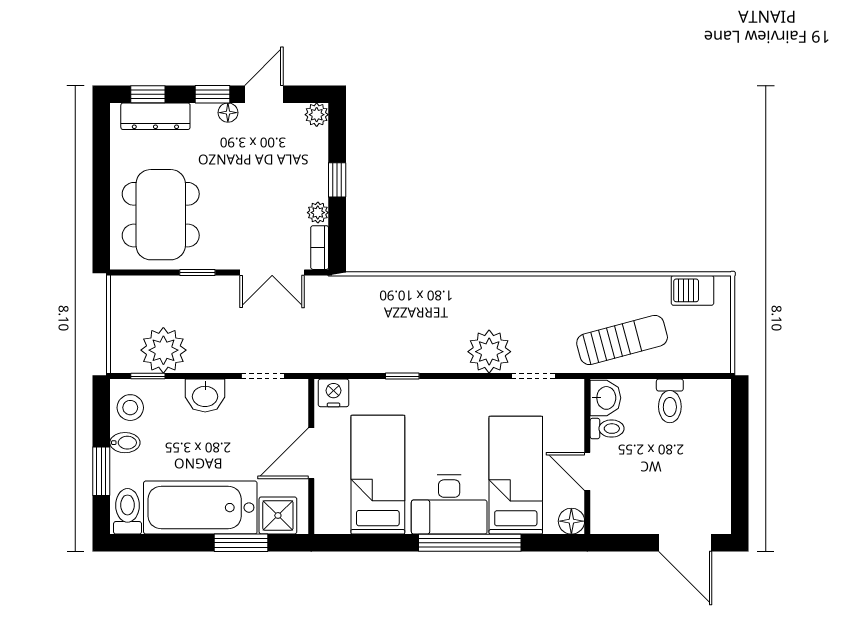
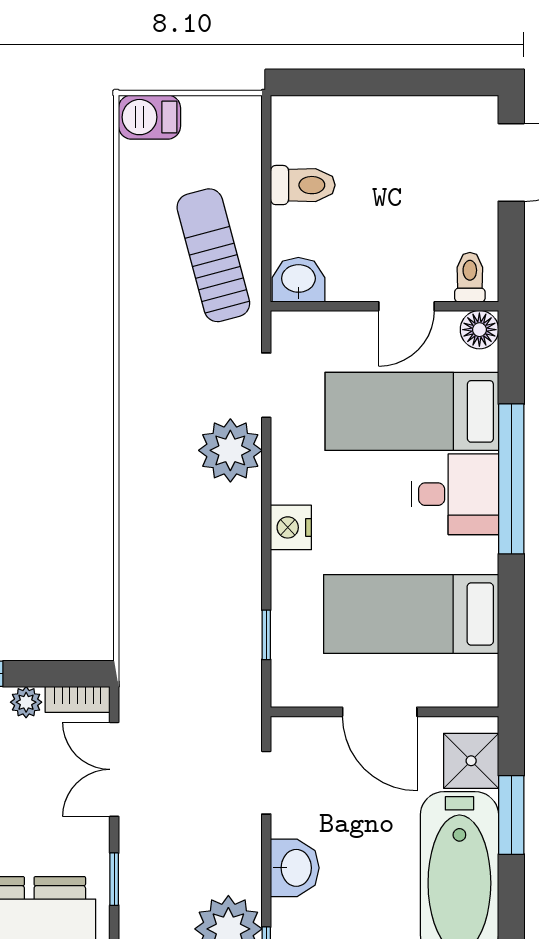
double door: (272, 272) -> (114, 769), swing flipped
barbecue: (692, 290) -> (149, 117), moved, turned 90
window: (402, 376) -> (266, 635), moved
nightstand: (334, 393) -> (291, 527), moved
toilet: (607, 429) -> (470, 277), moved
desk: (449, 505) -> (455, 494), width x0.73

